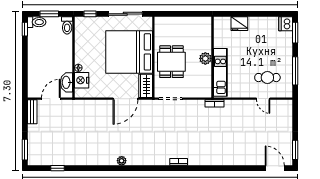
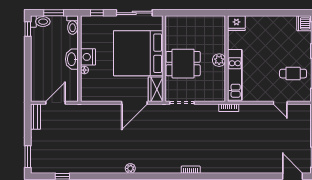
fridge: (239, 24) -> (236, 23), moved
dining table: (171, 62) -> (183, 64), turned 90
cafe table: (267, 78) -> (293, 74), moved
nightstand: (82, 80) -> (88, 57), moved
washbasin: (66, 82) -> (72, 59), moved

